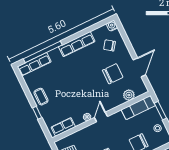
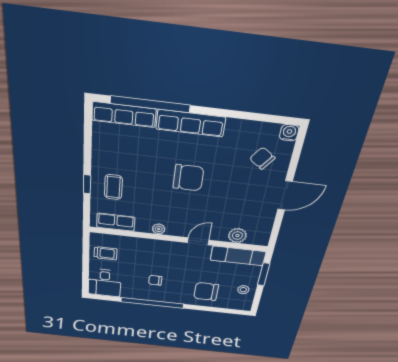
row of seats: (77, 44) -> (191, 123), moved
door: (139, 67) -> (285, 195), moved
chair: (113, 74) -> (188, 178), moved
coffee table: (41, 97) -> (113, 187), moved
door: (101, 117) -> (198, 241), moved

